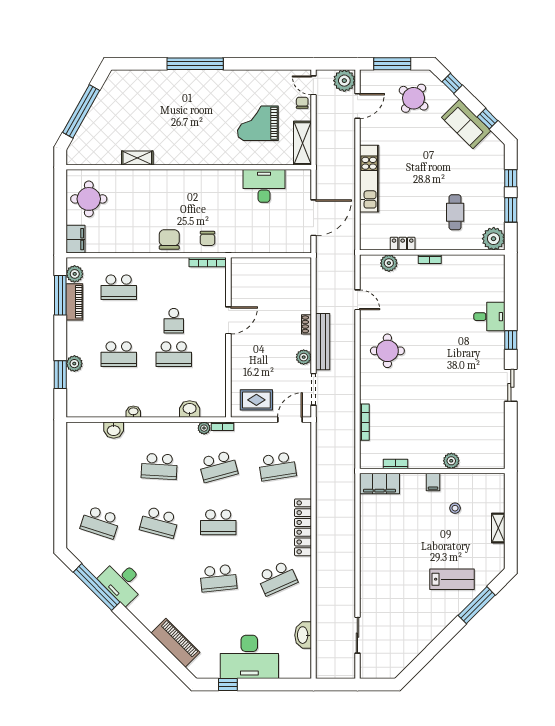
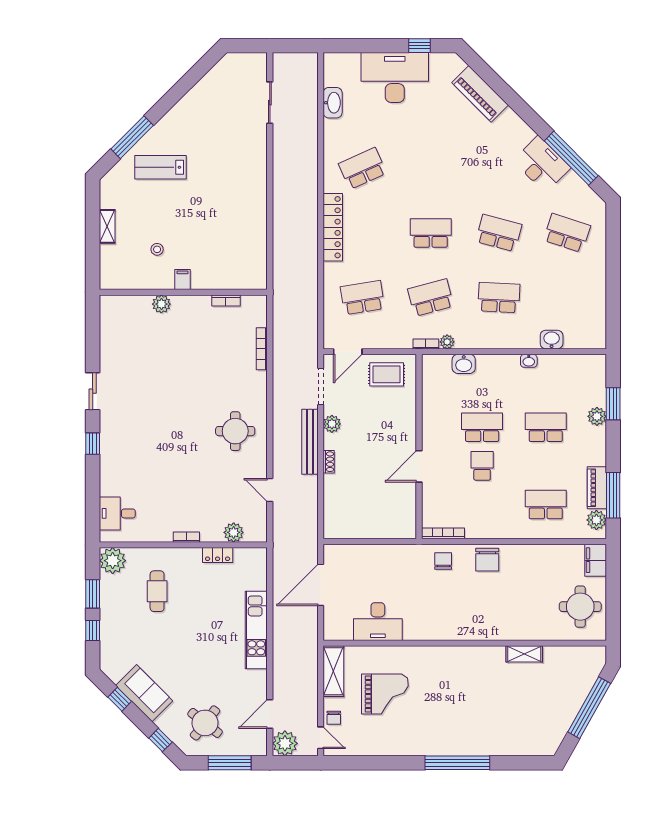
desk: (489, 317) -> (117, 513), moved
filing cabinet: (380, 483) -> (244, 278), removed
school desk: (218, 578) -> (431, 168), removed

